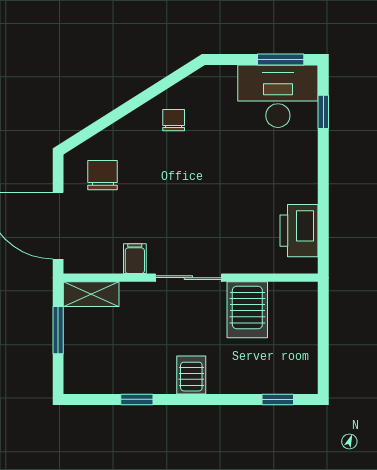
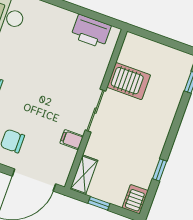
window: (58, 330) -> (99, 203), width x0.67
server rack: (191, 375) -> (135, 199), moved, turned 90

